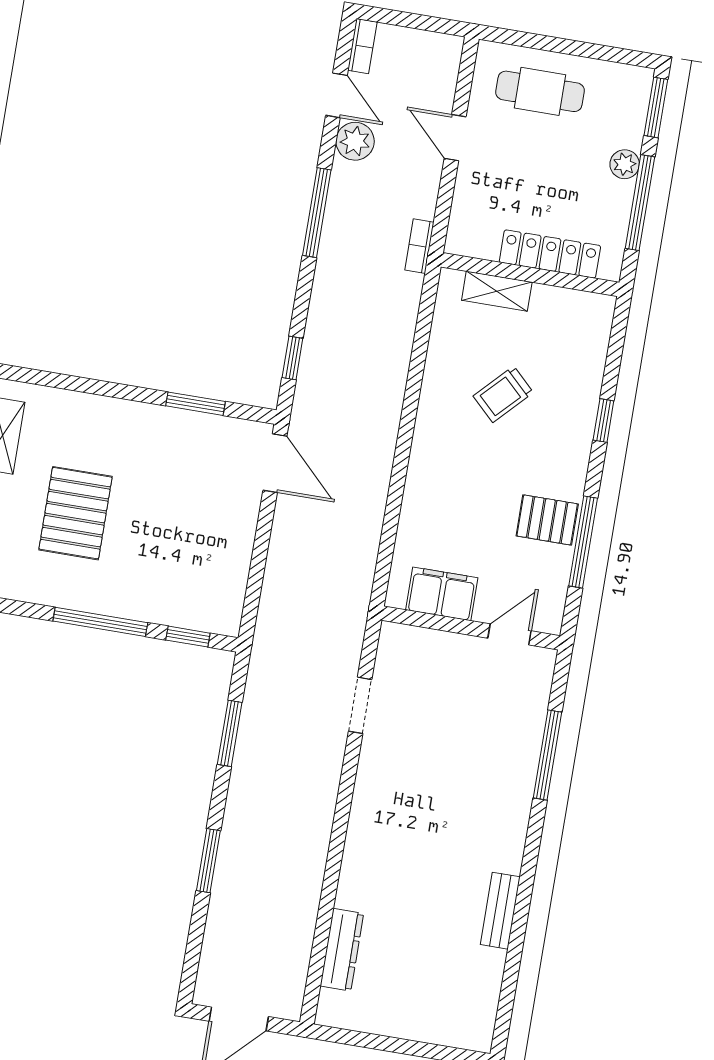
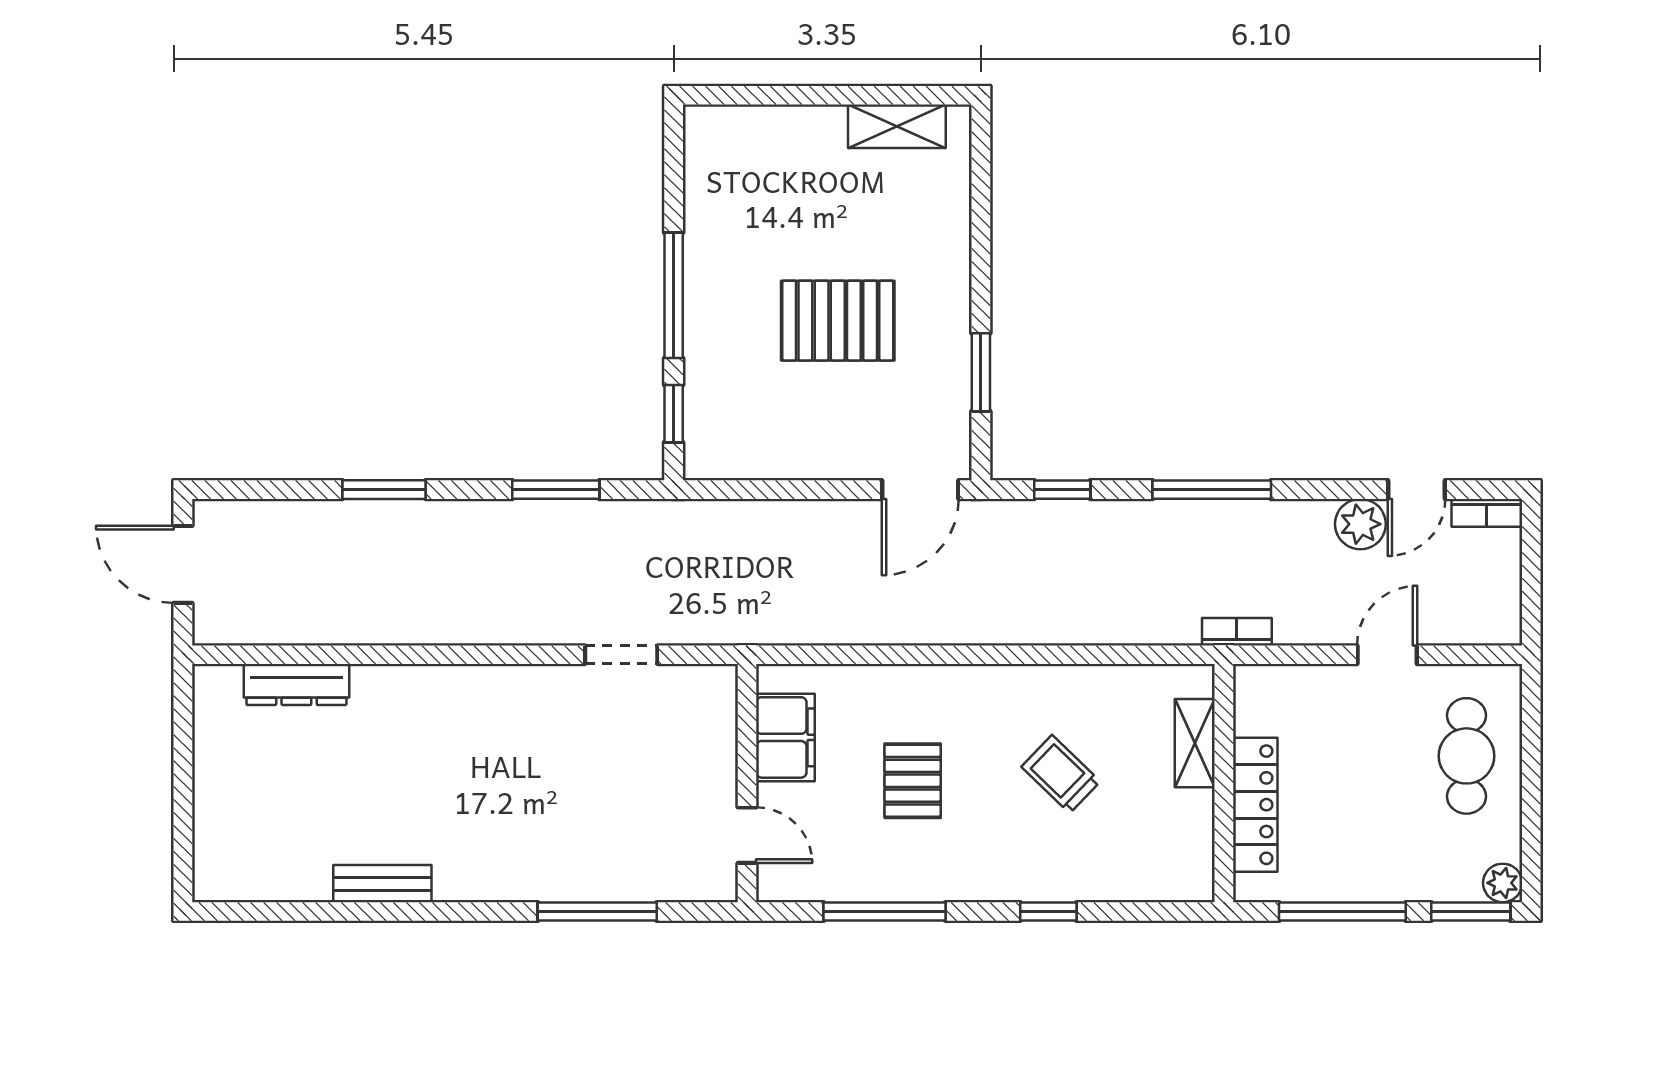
plant: (625, 164) -> (1503, 883), moved
window: (317, 213) -> (1212, 490), moved
pallet: (76, 513) -> (838, 321), moved
pallet: (547, 520) -> (913, 781), moved

